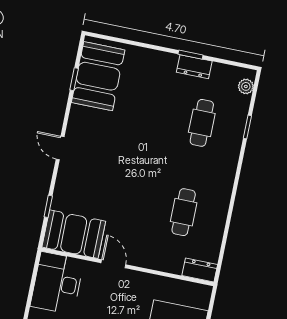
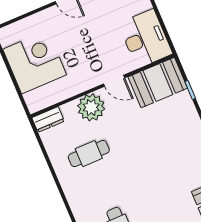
cafe table: (184, 212) -> (89, 154), turned 90
plant: (152, 254) -> (91, 107), added

